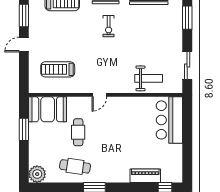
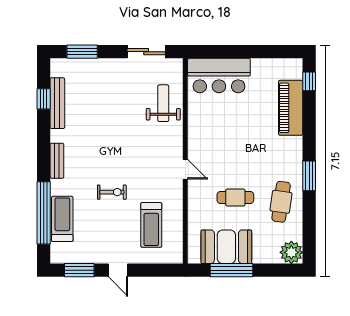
exercise bike: (109, 26) -> (112, 192), moved
booth: (48, 109) -> (226, 247), moved, turned 90
window: (24, 129) -> (232, 270), width x1.44
piano: (145, 176) -> (291, 108), width x1.37, depth x1.33

